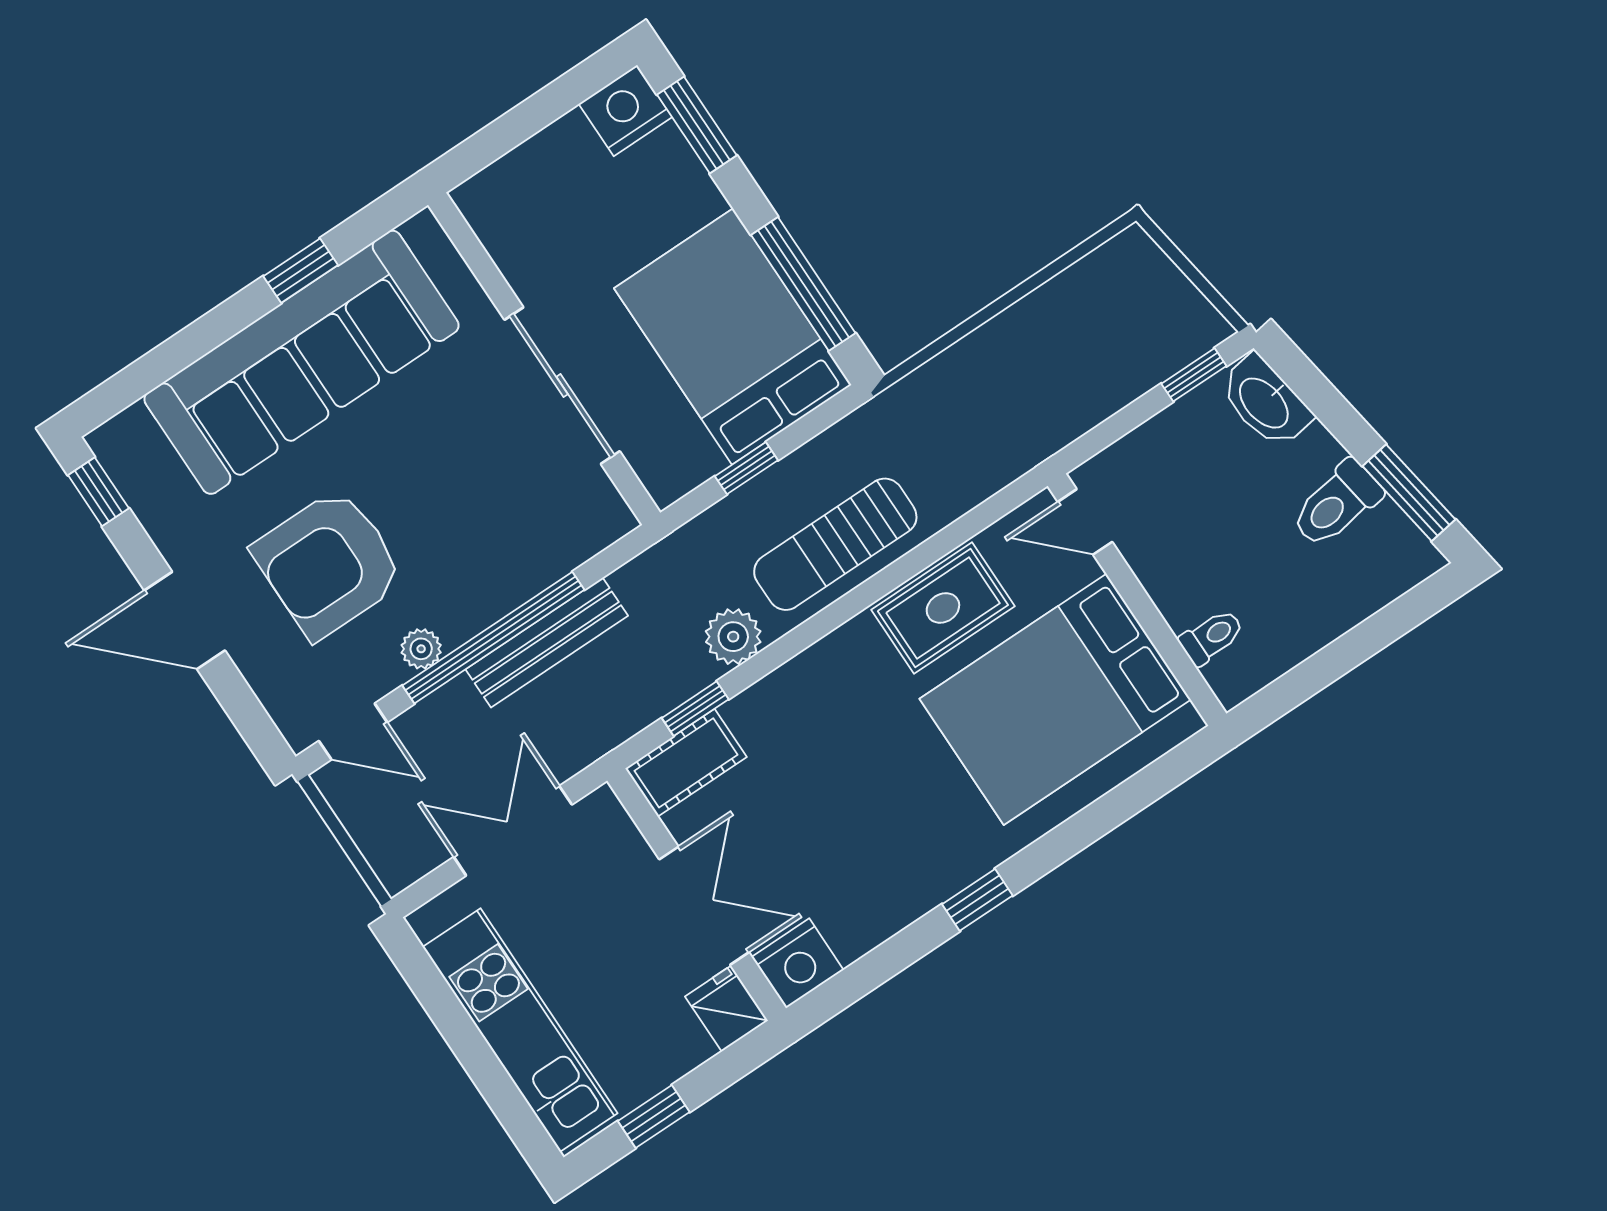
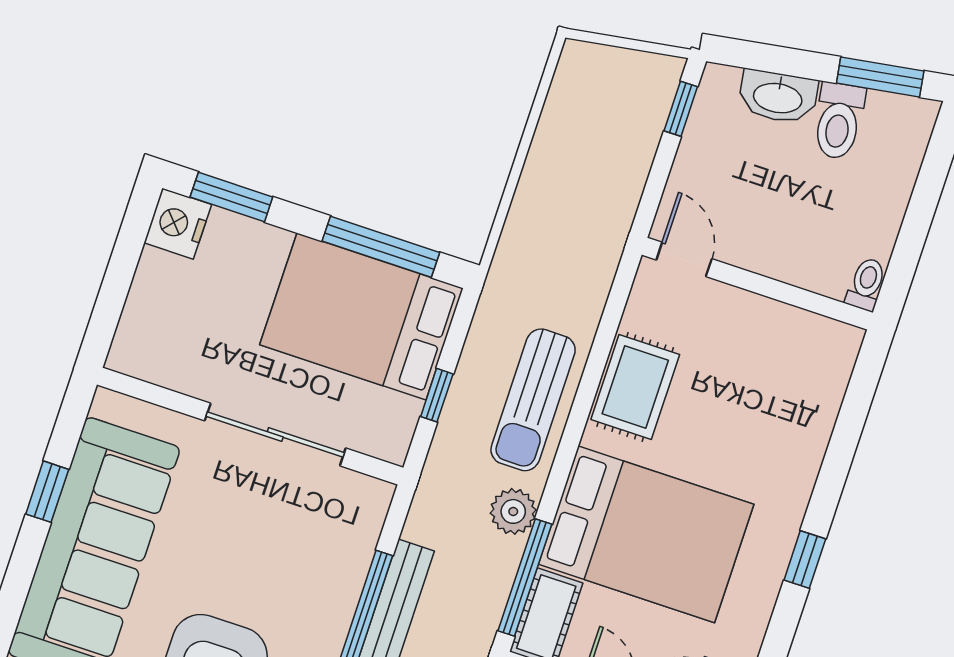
washbasin: (1265, 402) -> (778, 97), moved
door: (1085, 522) -> (684, 259), swing flipped
toilet: (1212, 637) -> (866, 284), moved
bed: (1055, 699) -> (646, 534), moved, turned -90
window: (695, 709) -> (525, 577), width x2.17

